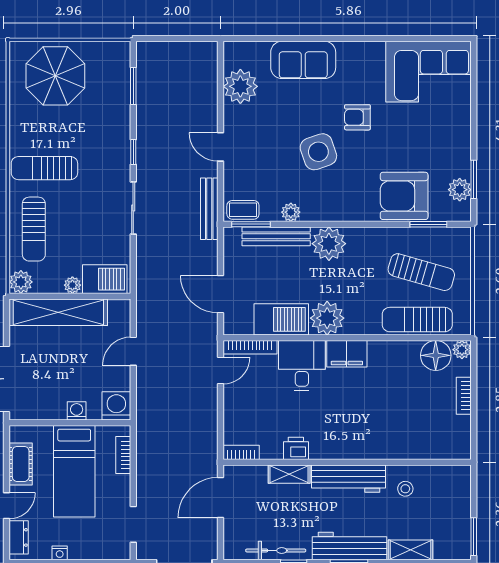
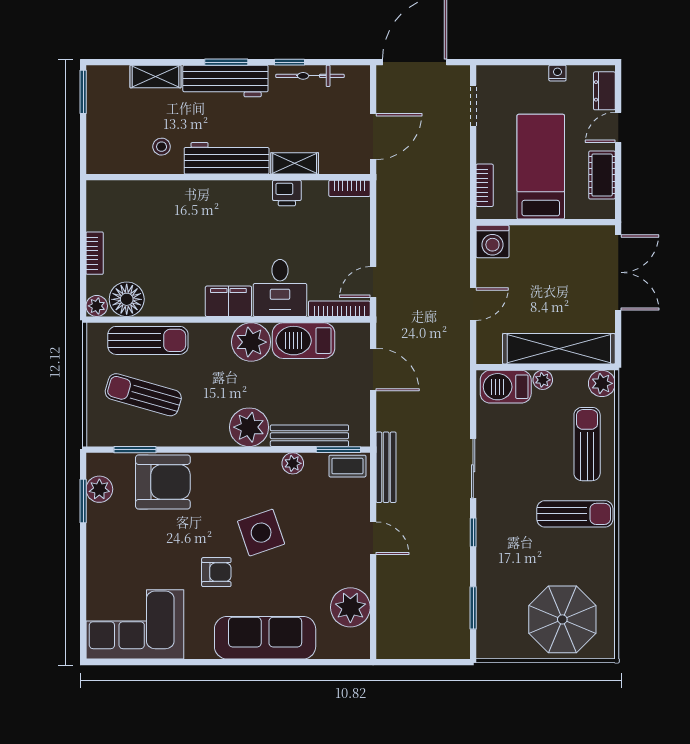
sofa: (303, 60) -> (265, 638), width x1.36
washing machine: (77, 411) -> (538, 236), removed

